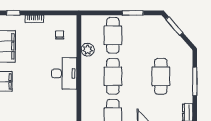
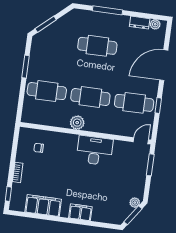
plant: (88, 50) -> (77, 123), moved
desk: (64, 73) -> (95, 150), moved

